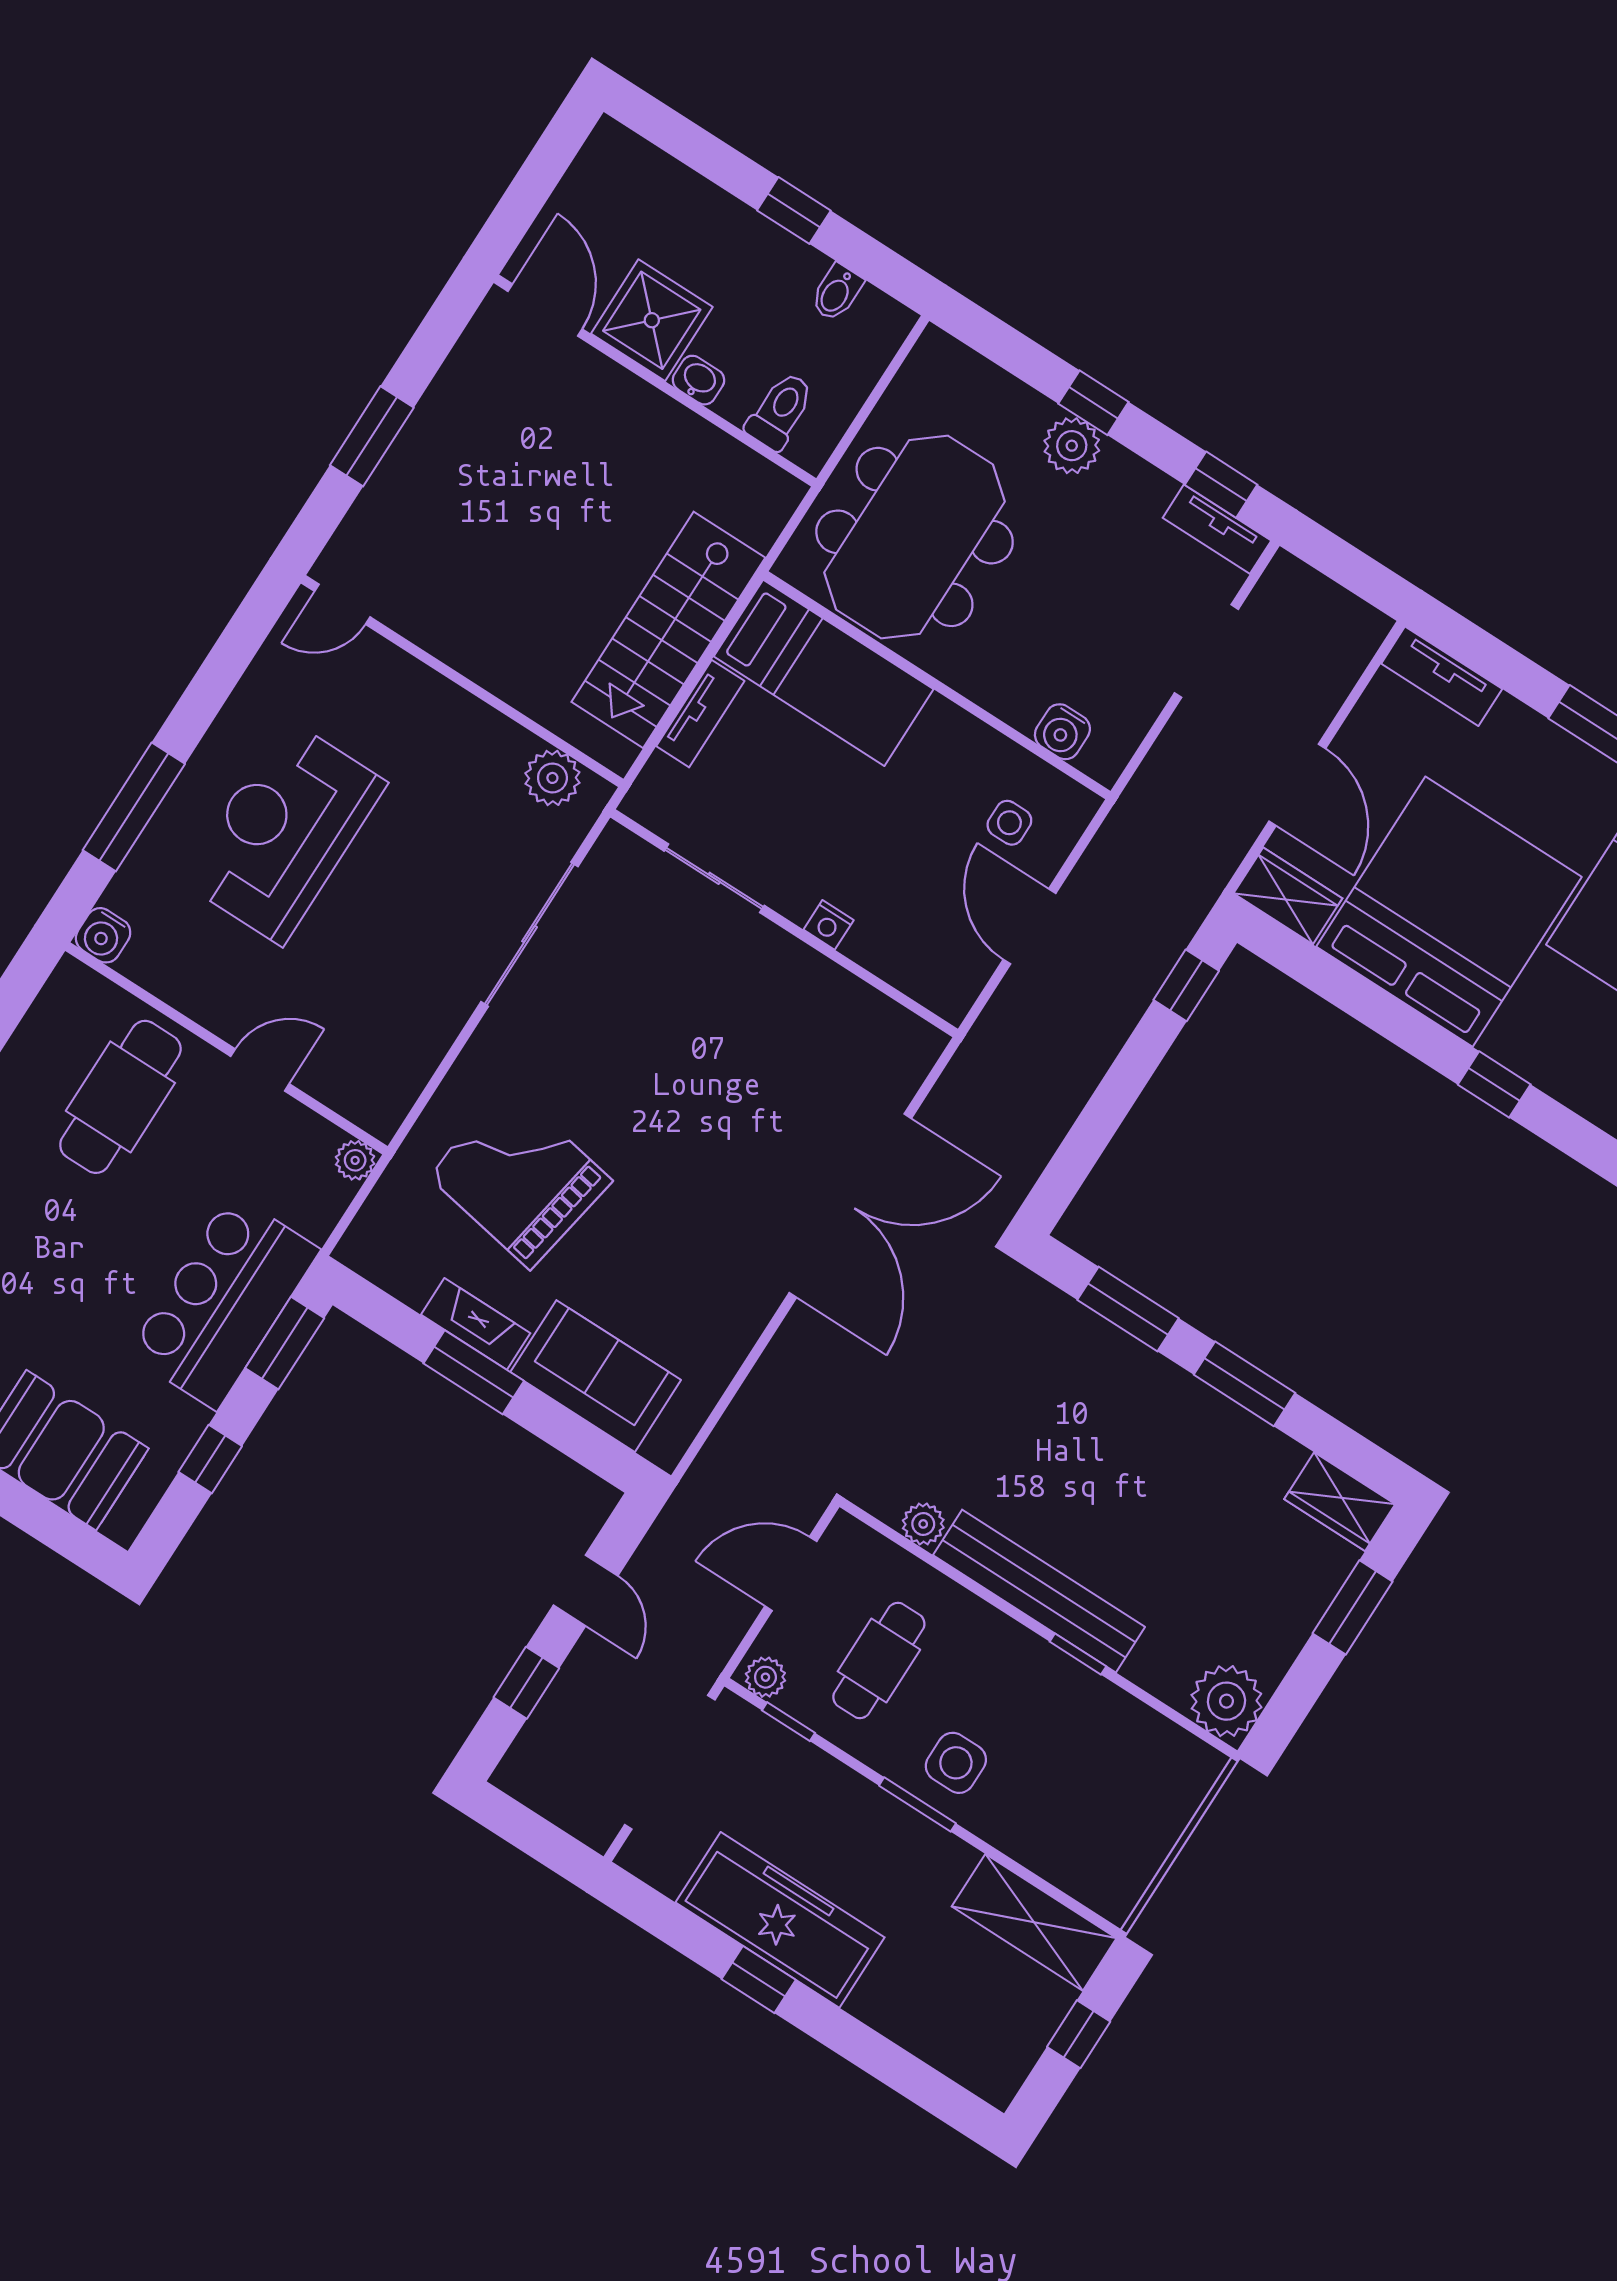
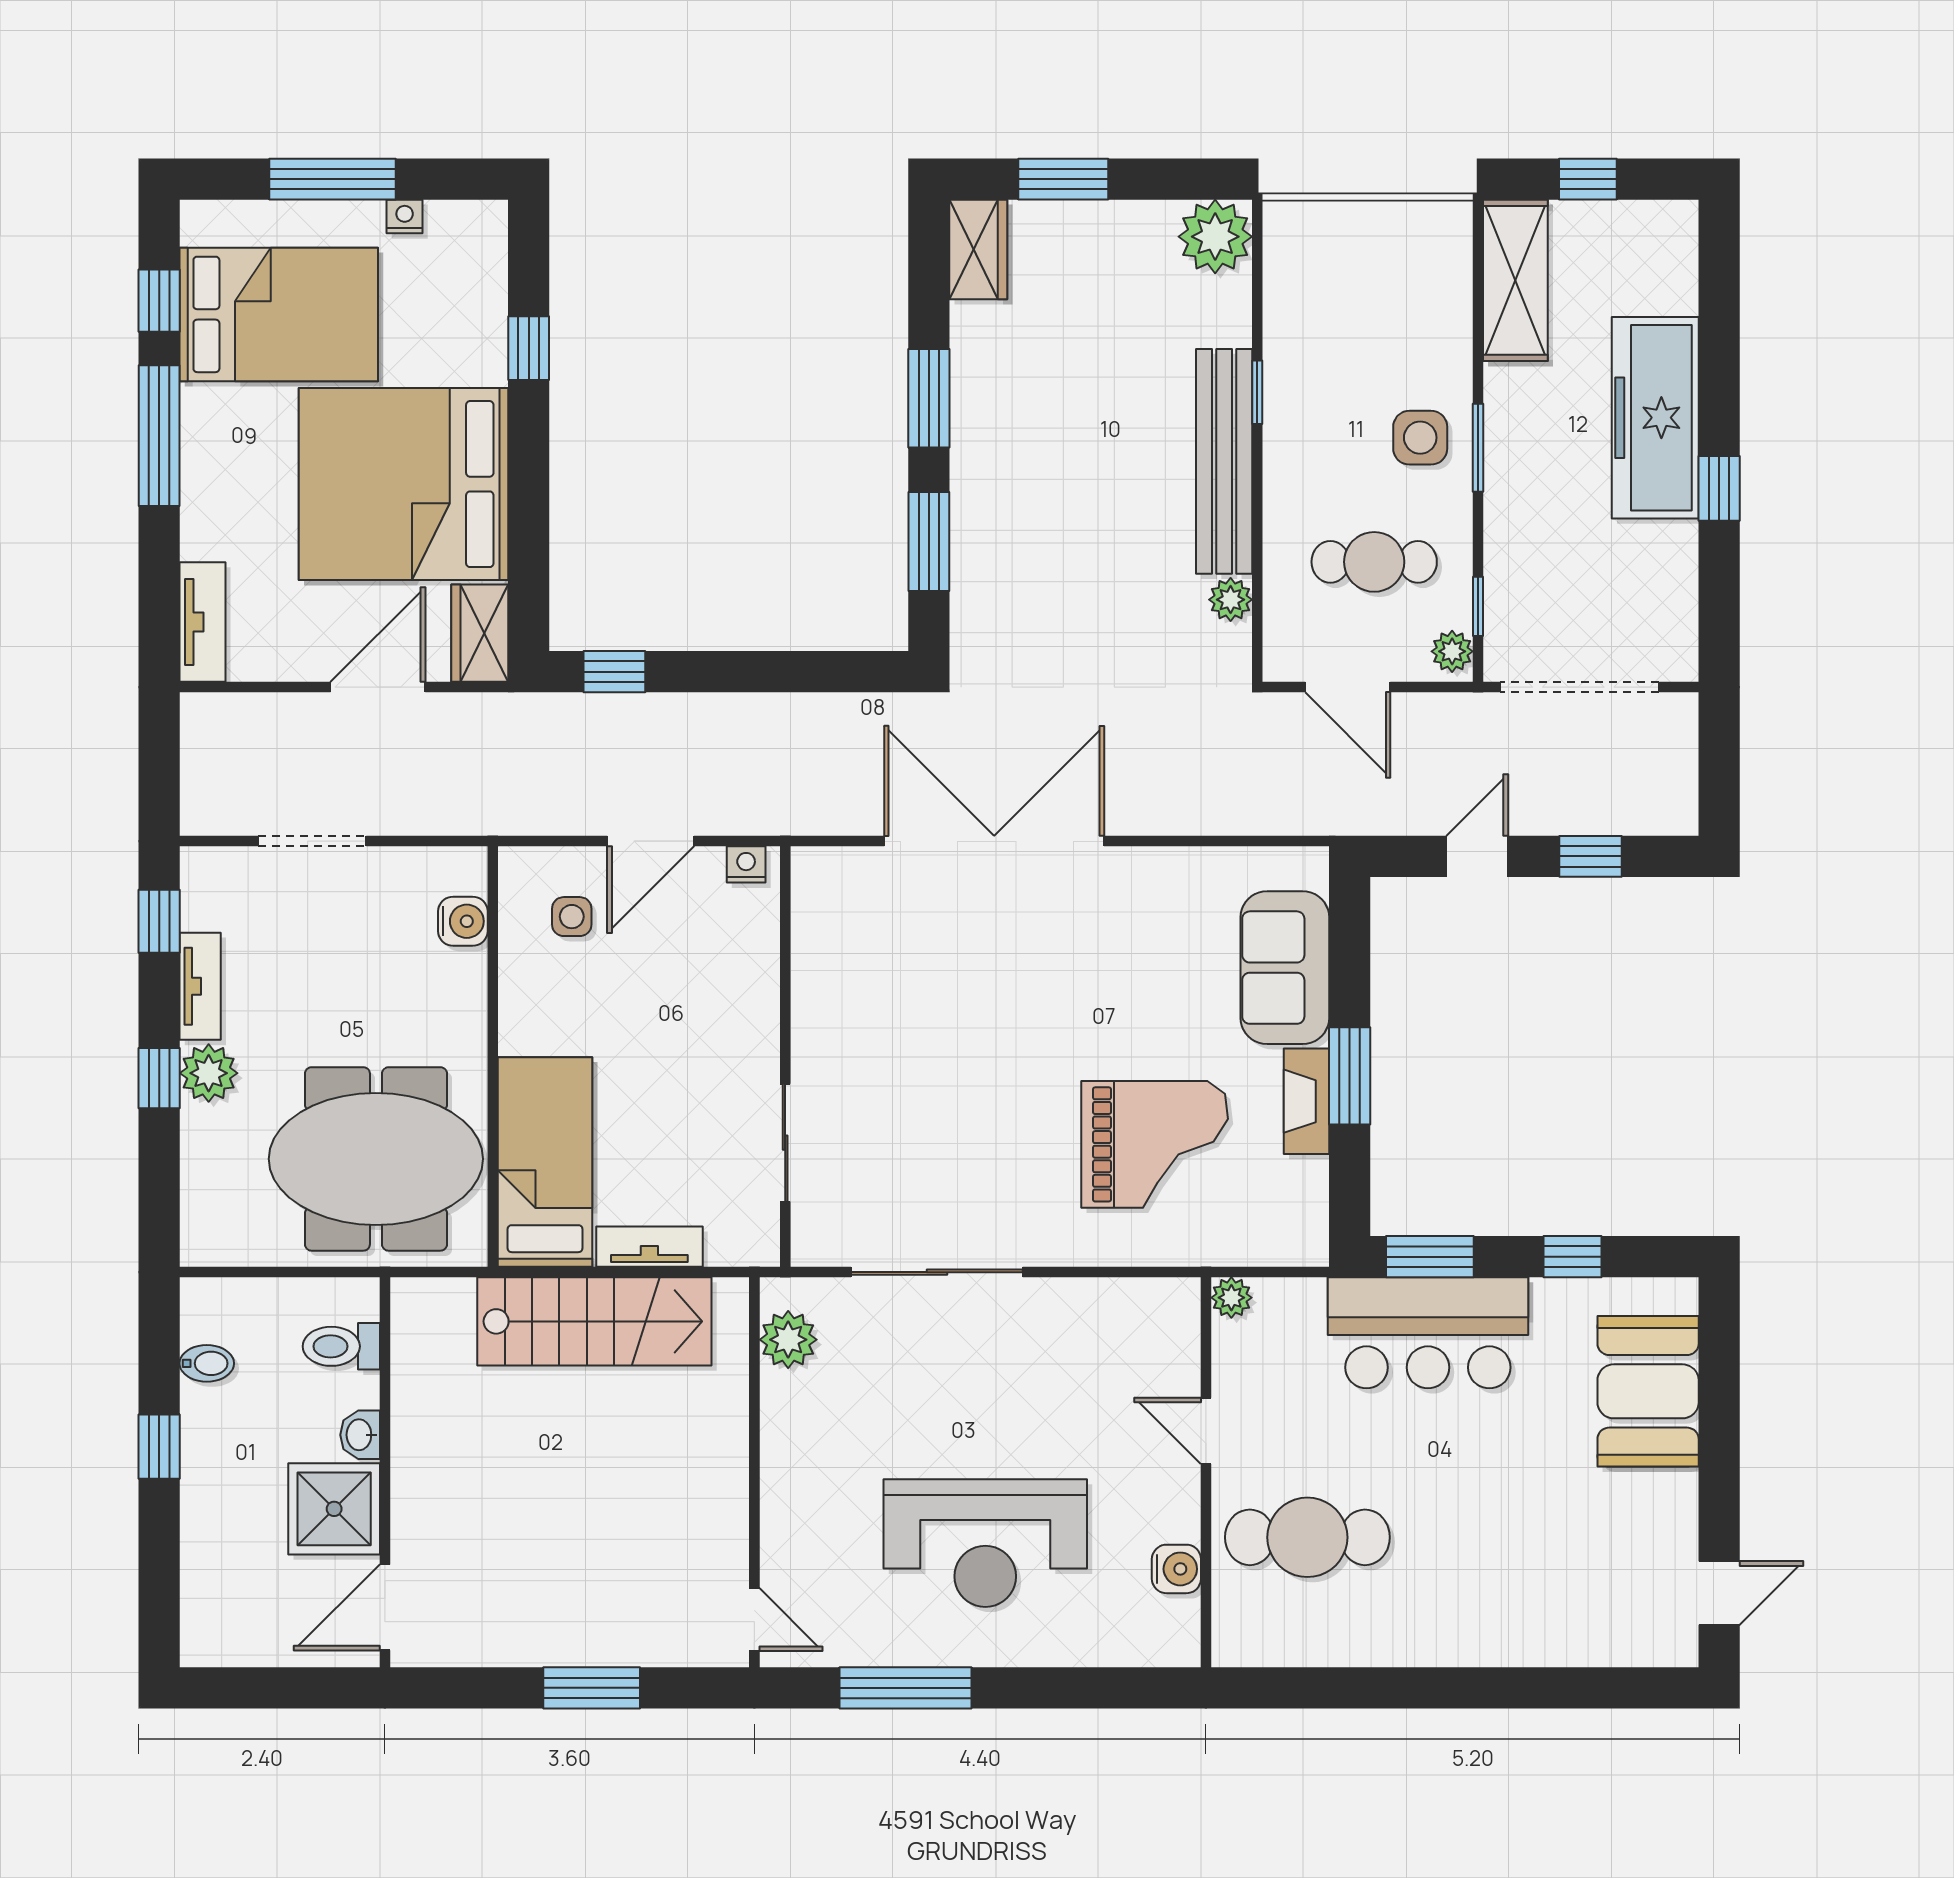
tv unit: (1217, 529) -> (200, 986), moved
window: (134, 807) -> (905, 1688), moved
nightstand: (829, 925) -> (746, 864), moved, turned -90
water cooler: (103, 935) -> (1176, 1569), moved
grand piano: (520, 1178) -> (1155, 1144), turned -100
freezer: (780, 1920) -> (1655, 418), moved

